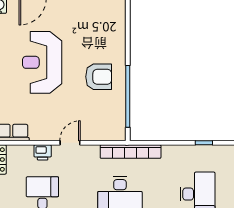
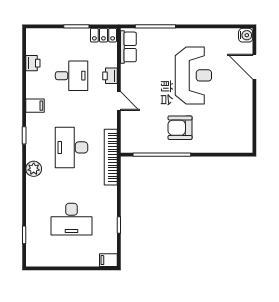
reception desk: (42, 62) -> (193, 75), turned 90
armchair: (99, 77) -> (180, 128), turned 90

